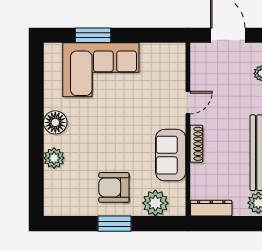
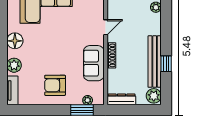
tv unit: (52, 195) -> (12, 90), added
plant: (155, 203) -> (88, 100), width x0.53, depth x0.53
window: (115, 224) -> (82, 110), moved

